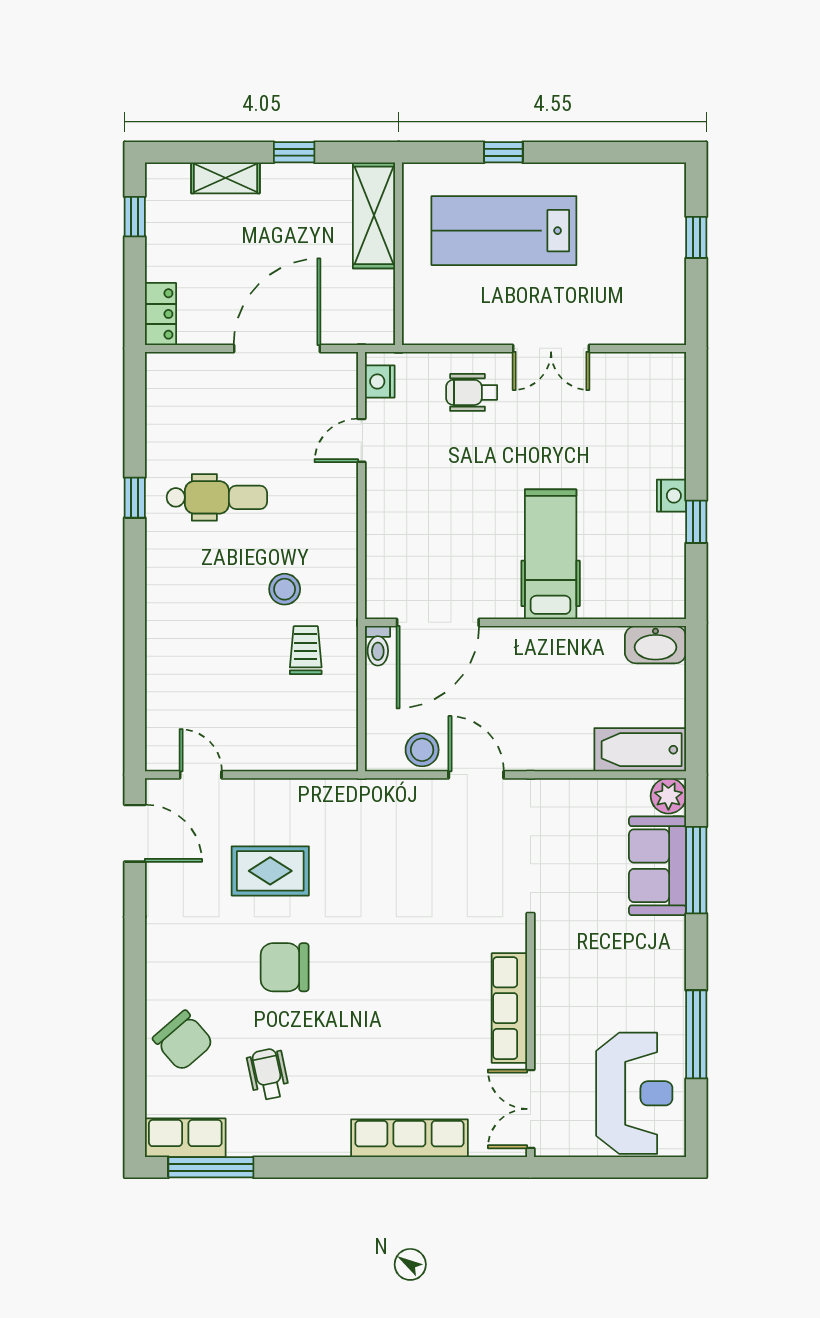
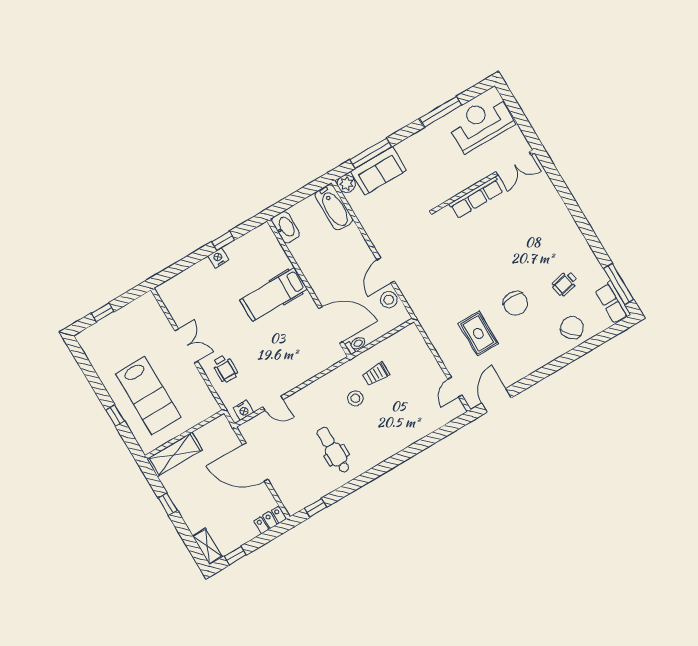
shelving: (225, 178) -> (208, 546), moved
window: (135, 498) -> (316, 508), moved
row of seats: (409, 1138) -> (556, 207), removed

